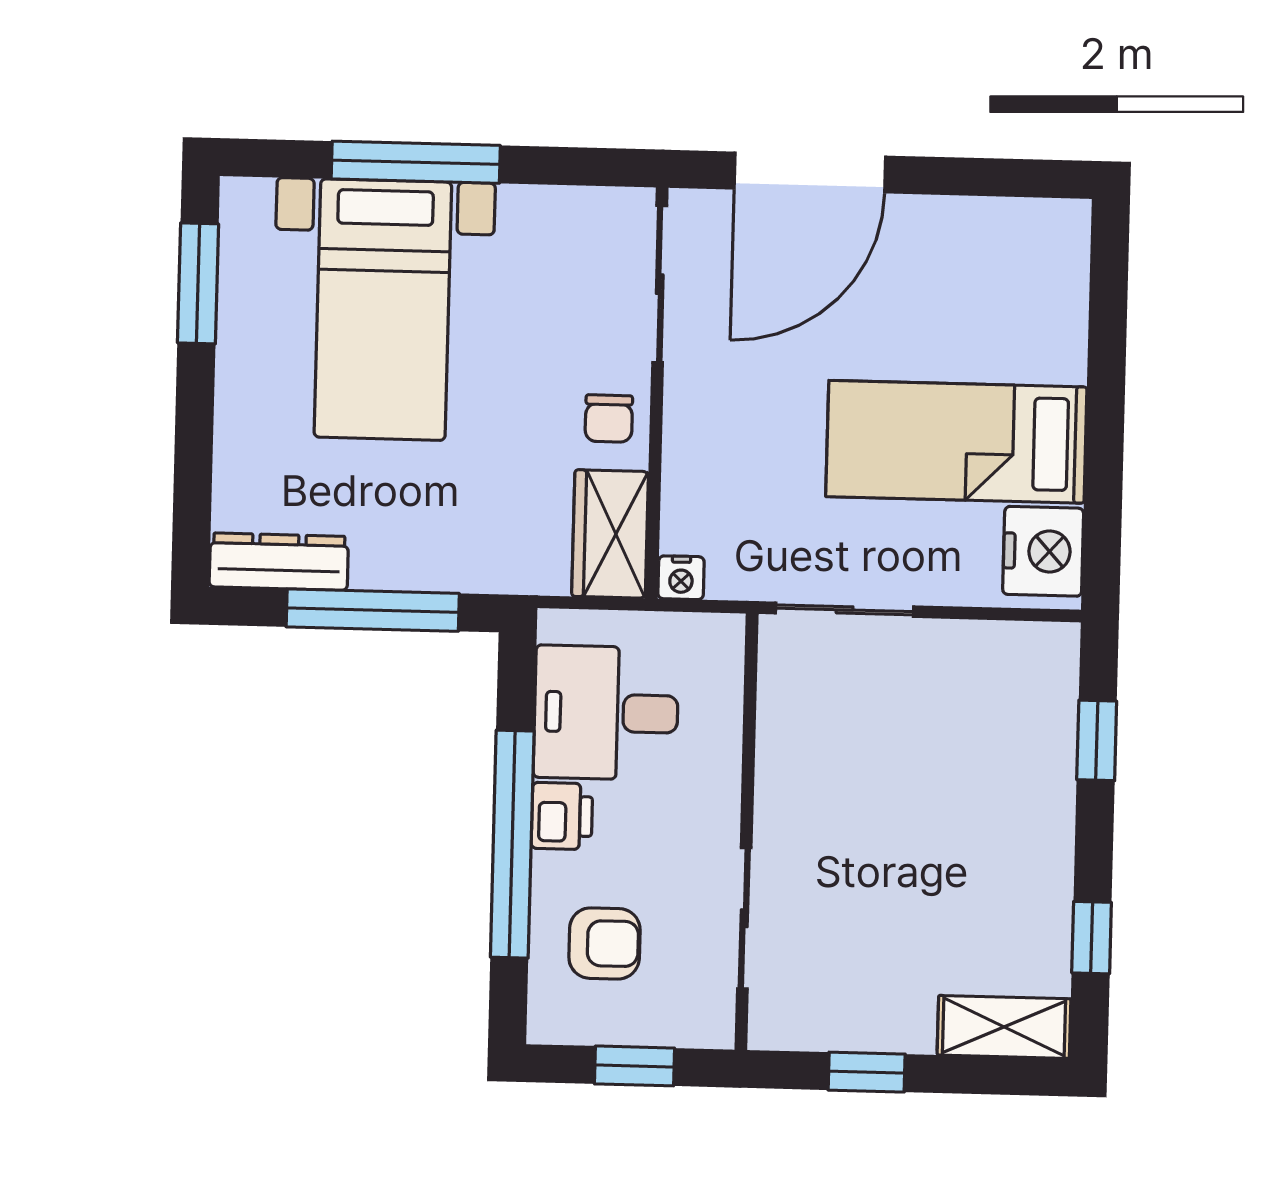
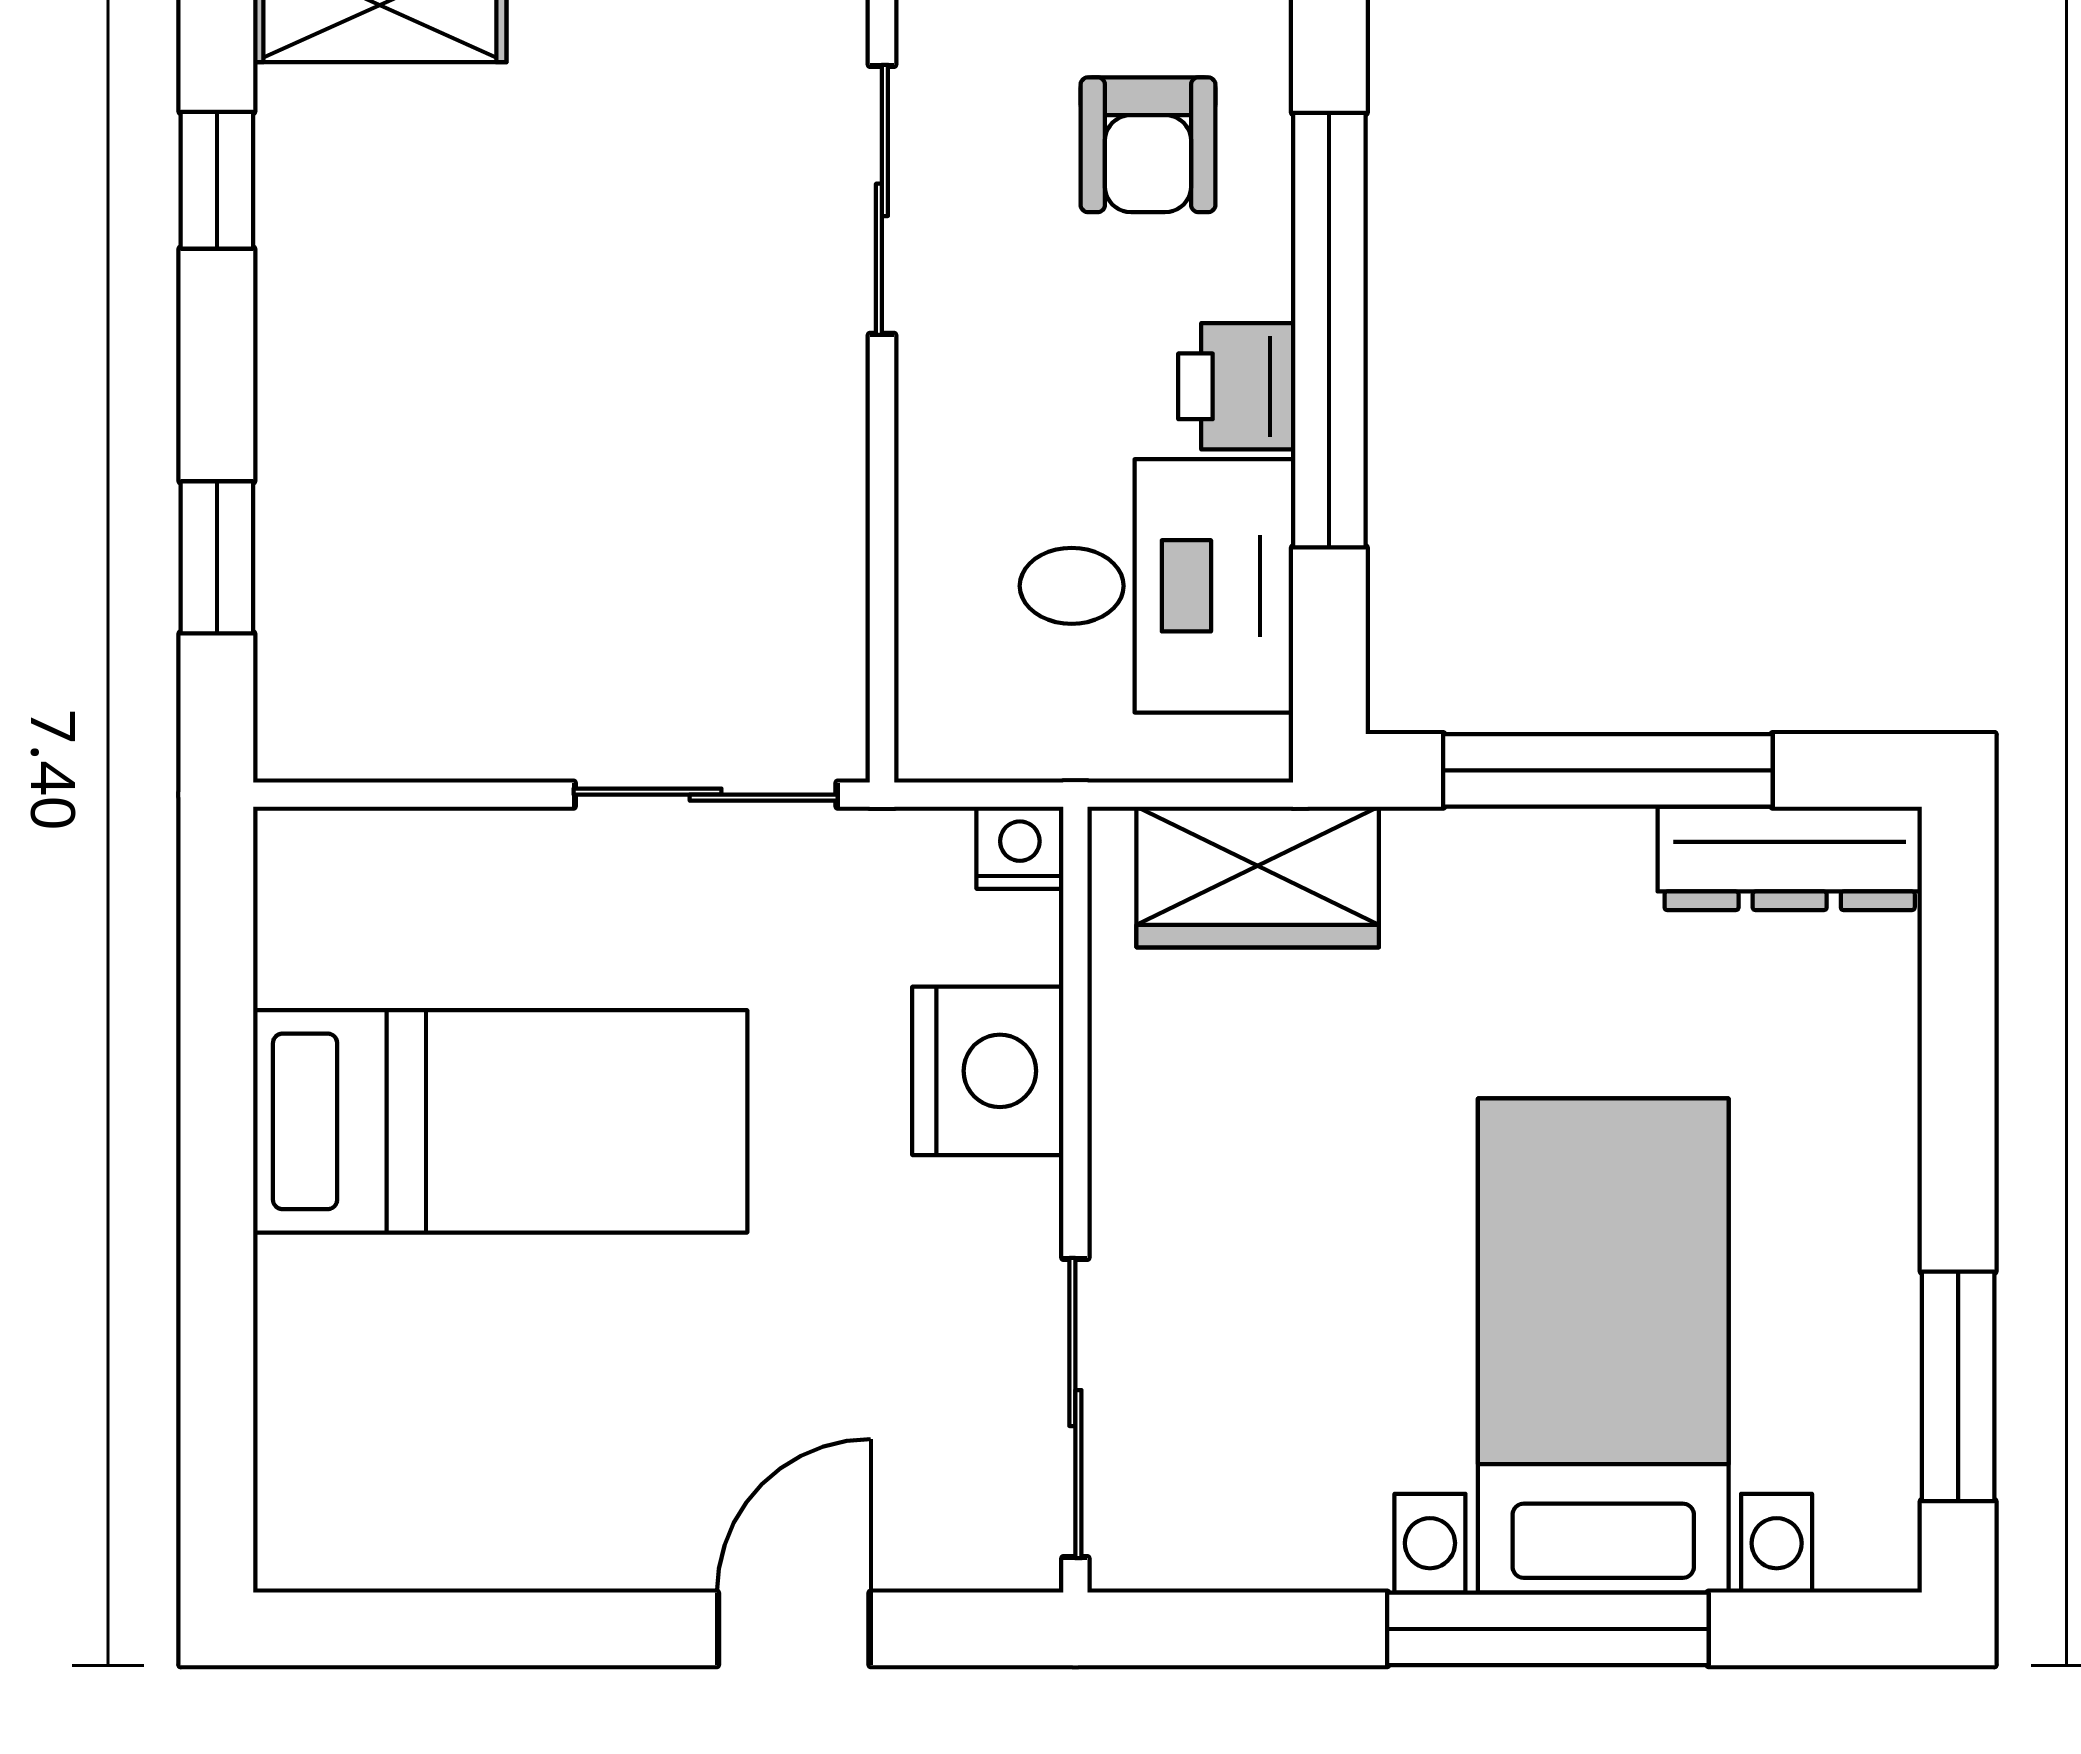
door: (810, 173) -> (794, 1629), width x0.53
chair: (609, 419) -> (1166, 1149), removed
wardrobe: (610, 534) -> (1258, 877), moved, turned 90
nightstand: (1043, 551) -> (988, 1071), moved, turned 180
armchair: (604, 943) -> (1148, 145), turned -90

